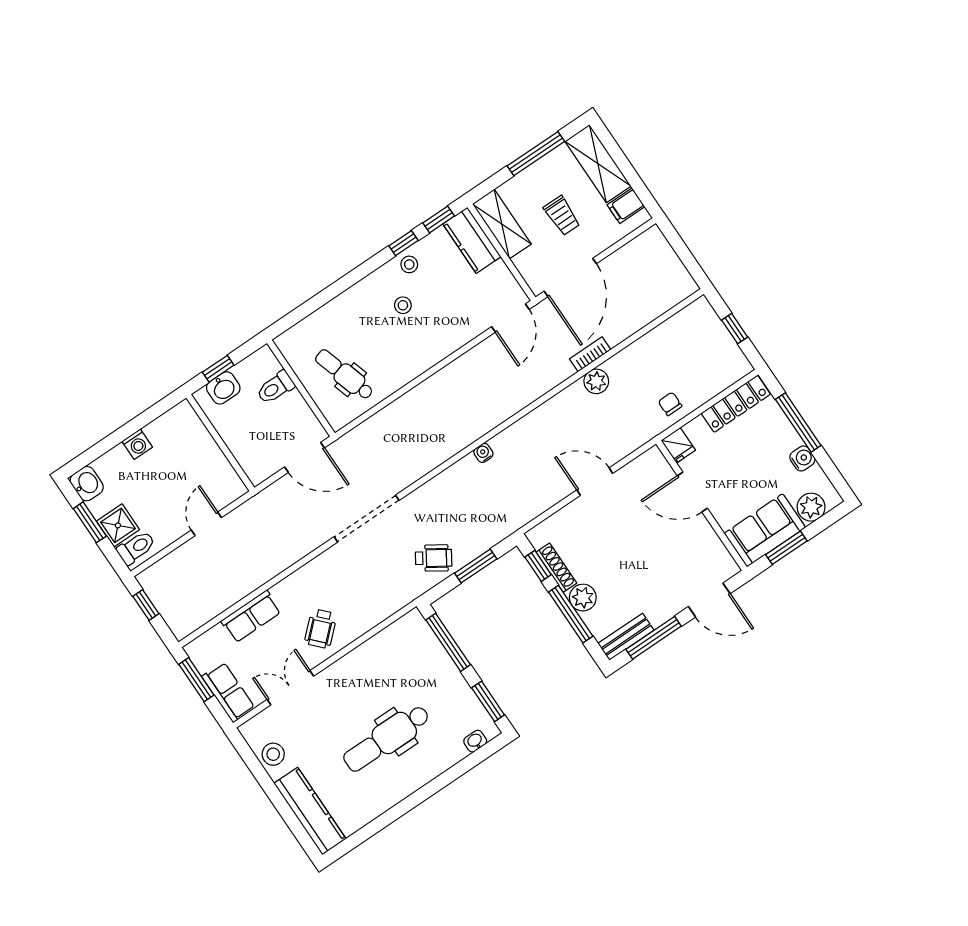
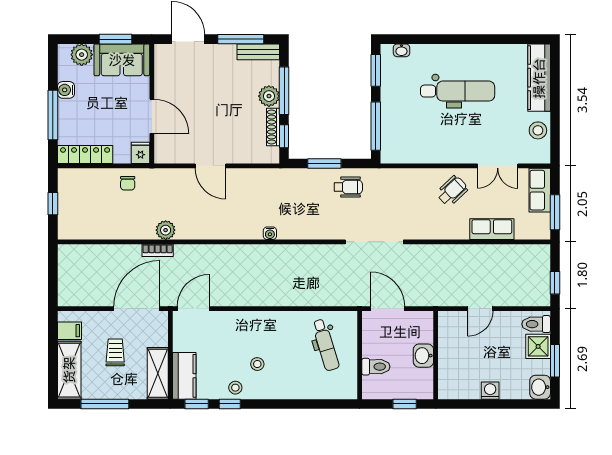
washbasin: (223, 388) -> (423, 356), moved, turned -90
wheelchair: (434, 558) -> (348, 187), turned 147

